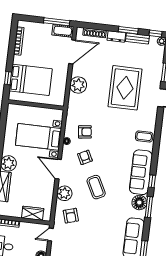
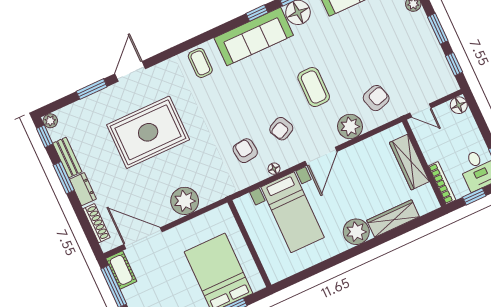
coffee table: (96, 187) -> (314, 87), turned -63
wardrobe: (33, 213) -> (409, 162), width x1.50

